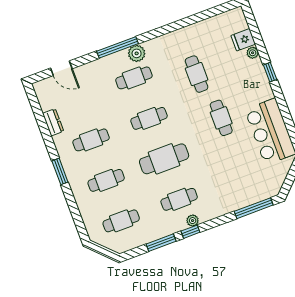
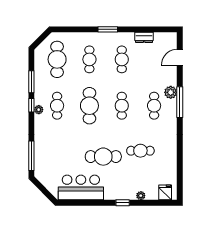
fridge: (243, 40) -> (165, 192), moved
plant: (137, 53) -> (171, 92), moved
cafe table: (221, 118) -> (103, 157), width x1.37, depth x1.35
cafe table: (121, 221) -> (57, 59), width x1.37, depth x1.35

